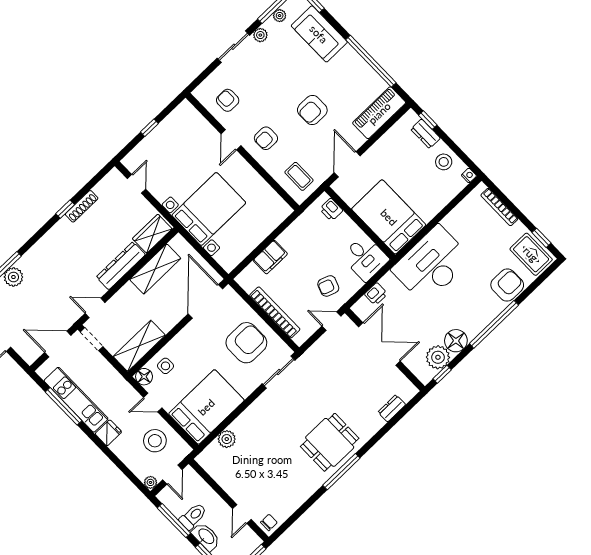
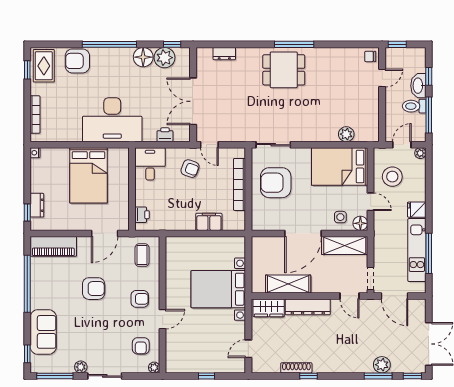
plant: (280, 16) -> (154, 368), moved
stool: (444, 162) -> (43, 177), removed
bed: (389, 217) -> (89, 175), moved
door: (205, 301) -> (303, 233), moved

